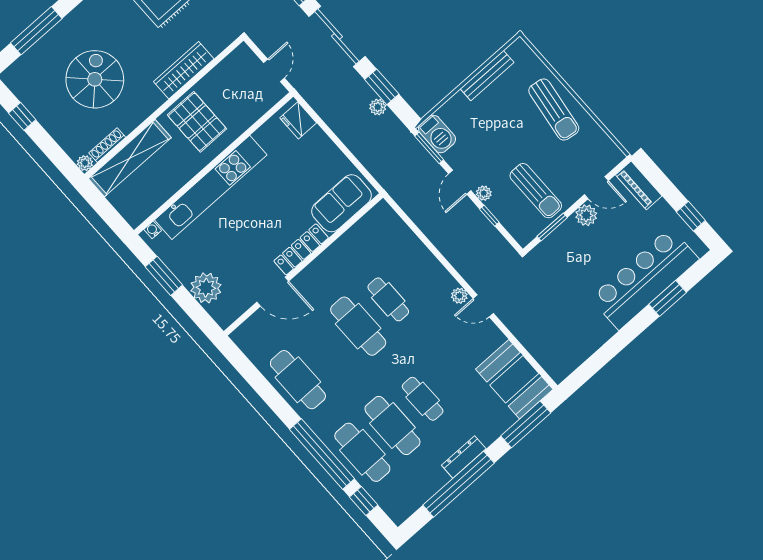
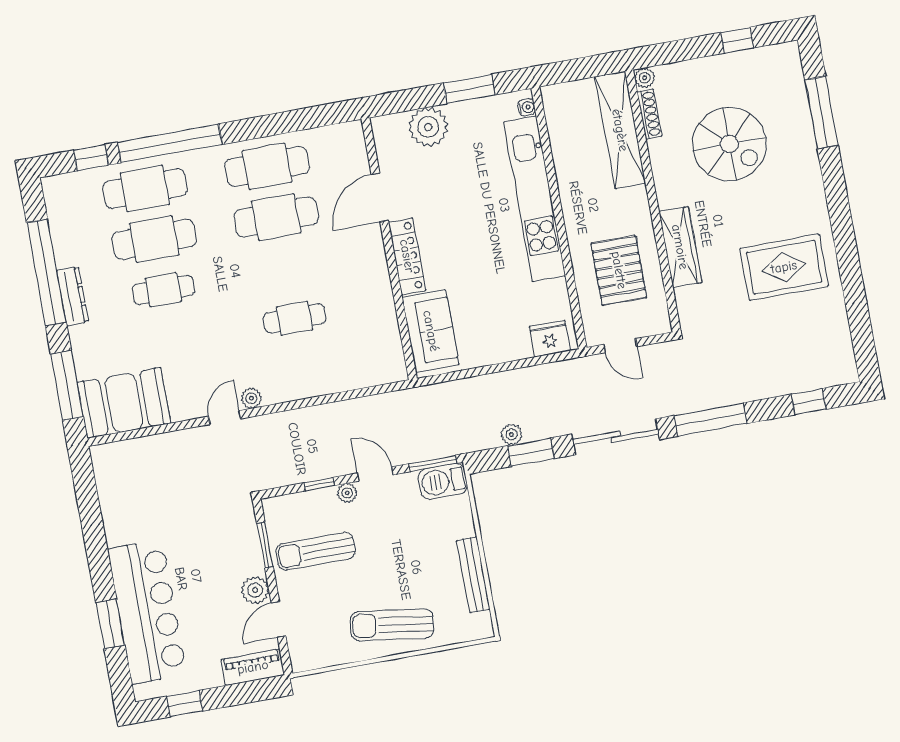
pallet: (197, 122) -> (619, 270), moved, turned 90
cafe table: (358, 326) -> (276, 217), moved

